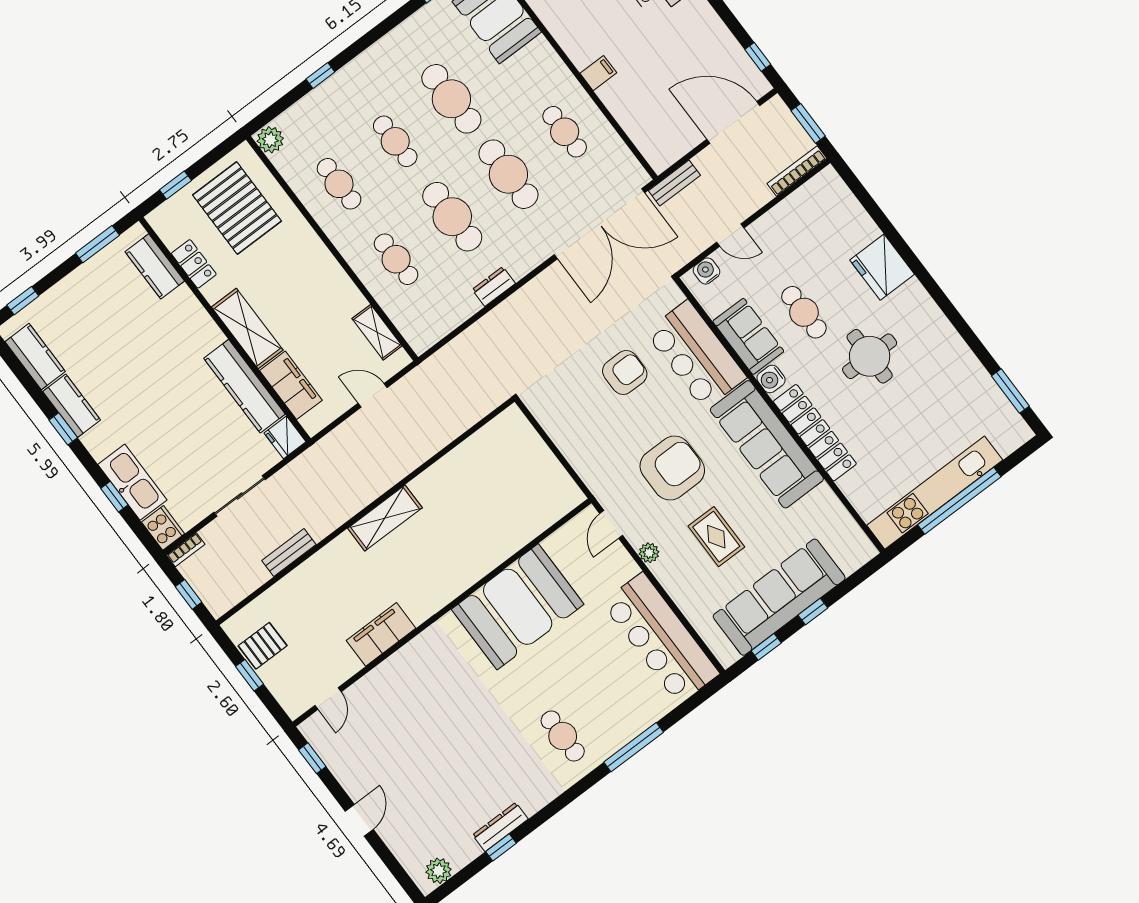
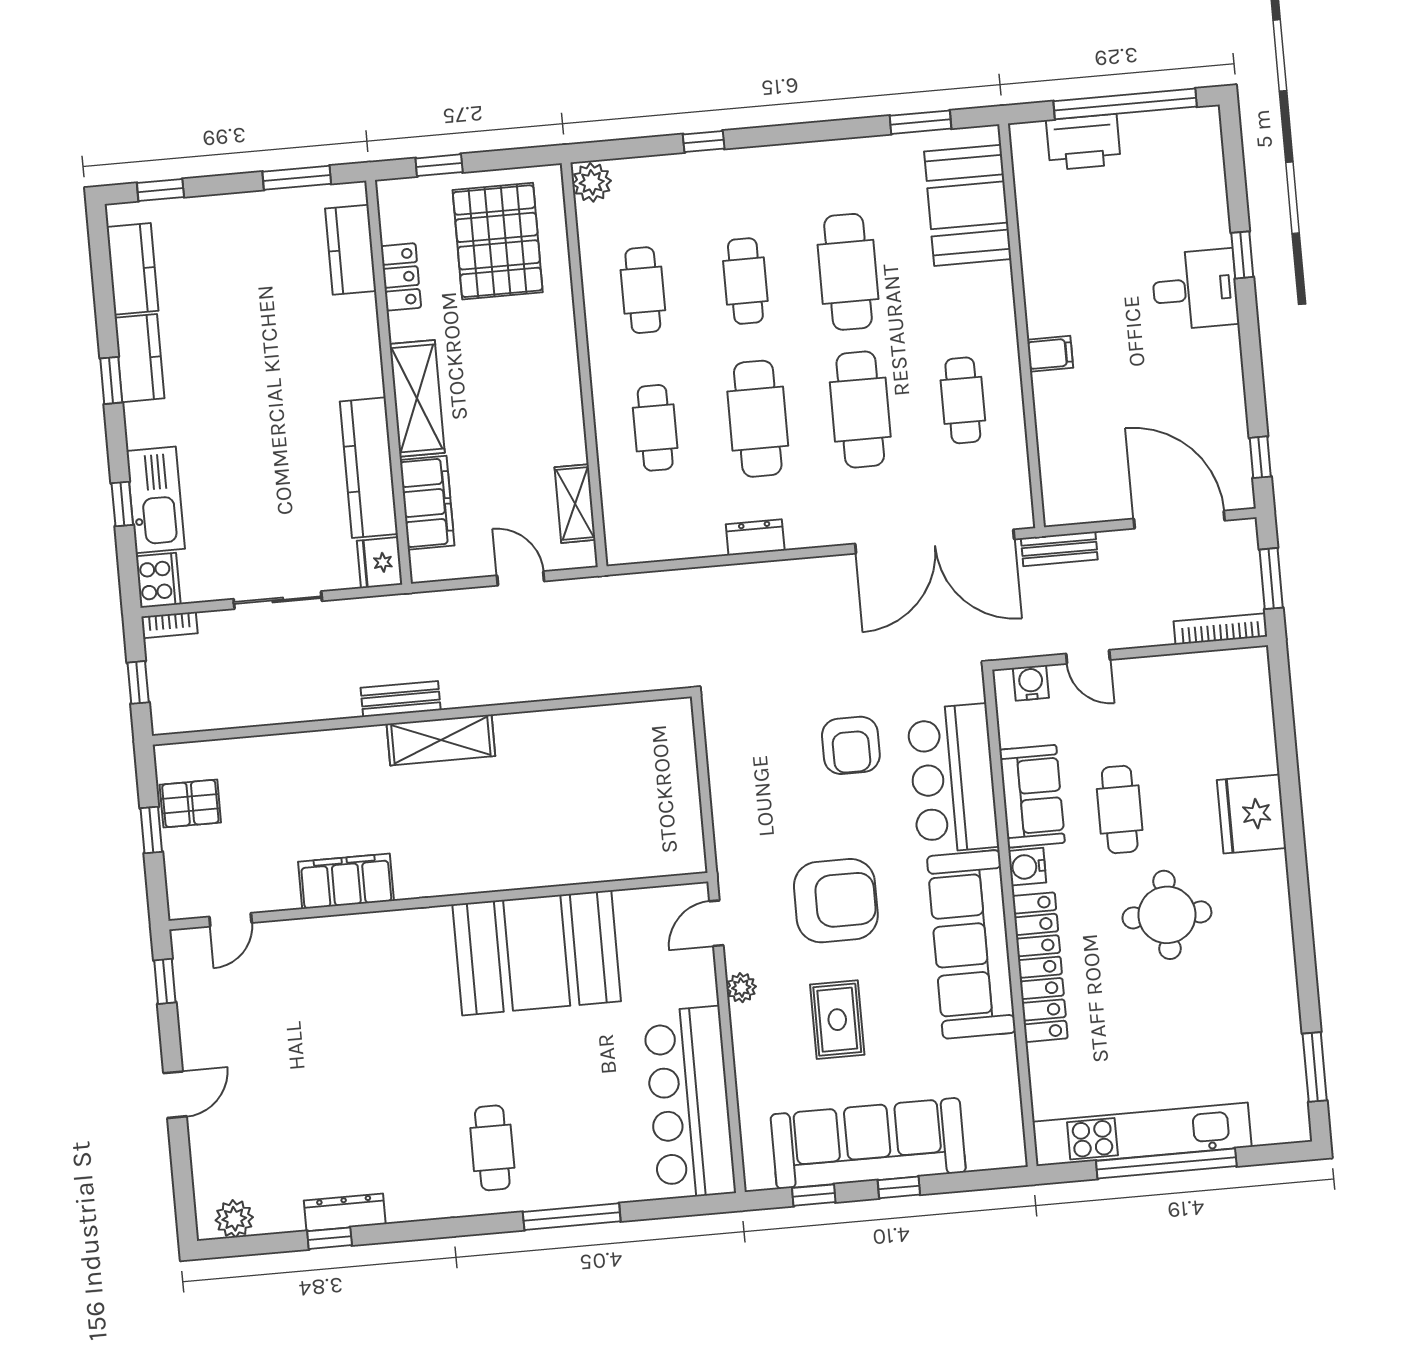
armchair: (625, 372) -> (851, 745), turned 90
bench: (289, 553) -> (401, 699), moved

